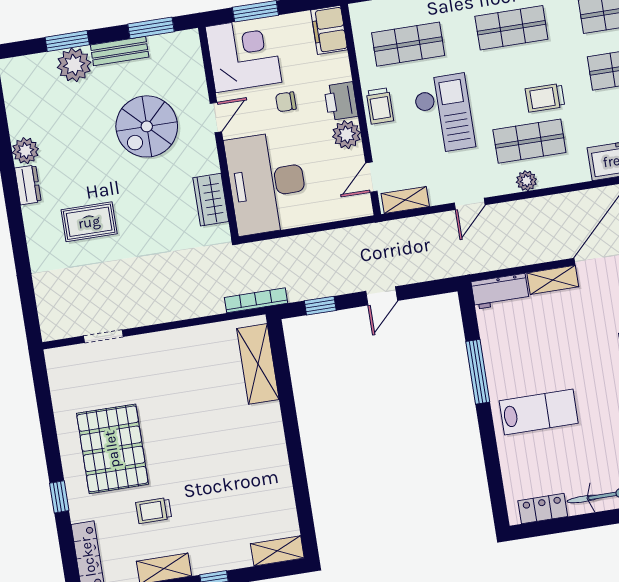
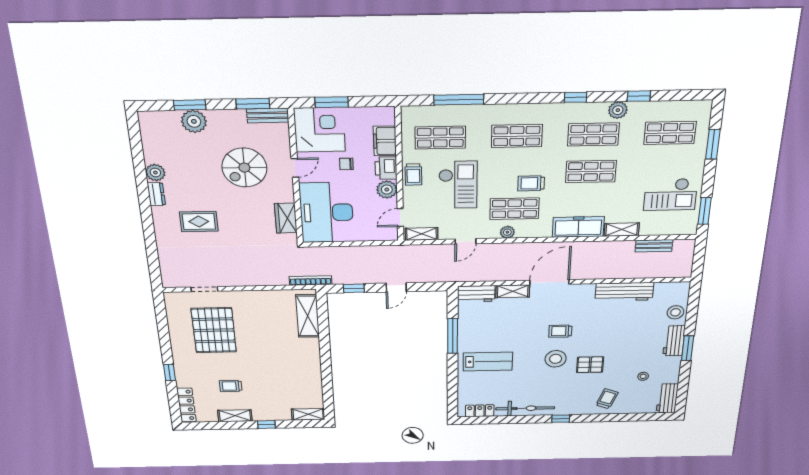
filing cabinet: (329, 30) -> (385, 141), moved
bench: (120, 51) -> (268, 116), moved
pallet: (112, 449) -> (214, 330), moved

